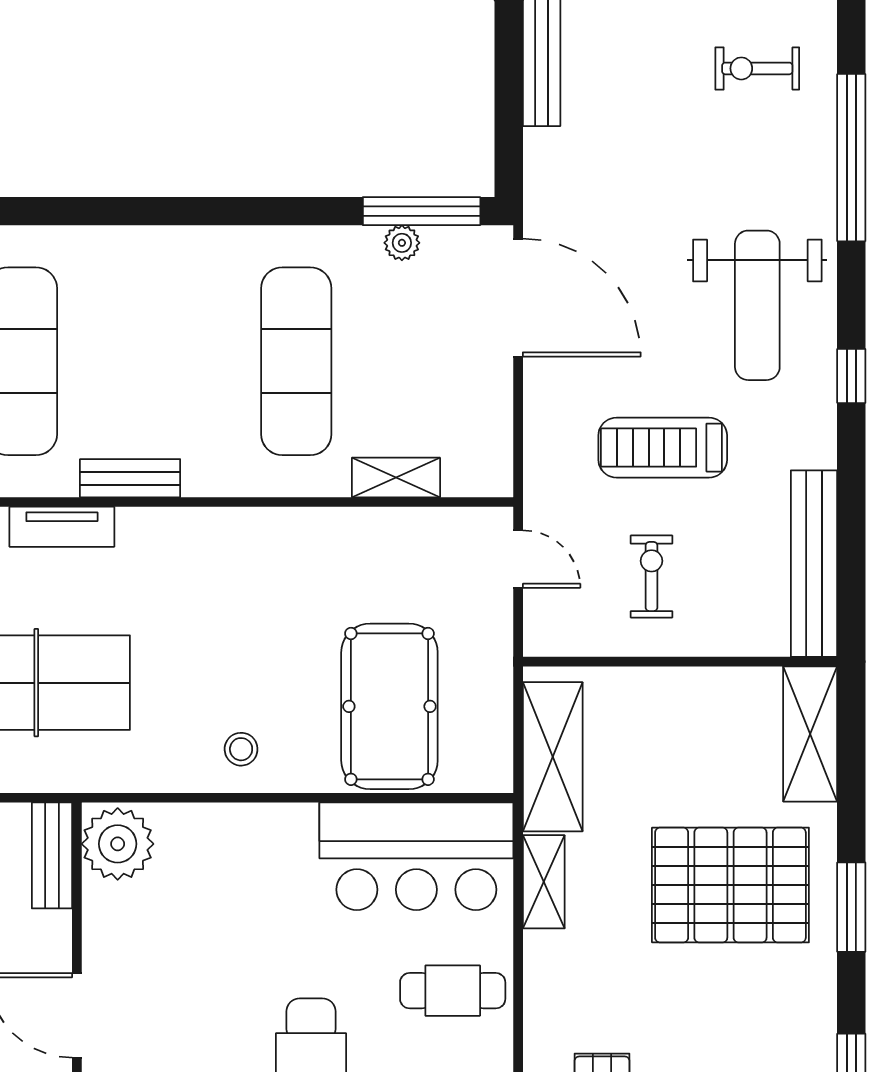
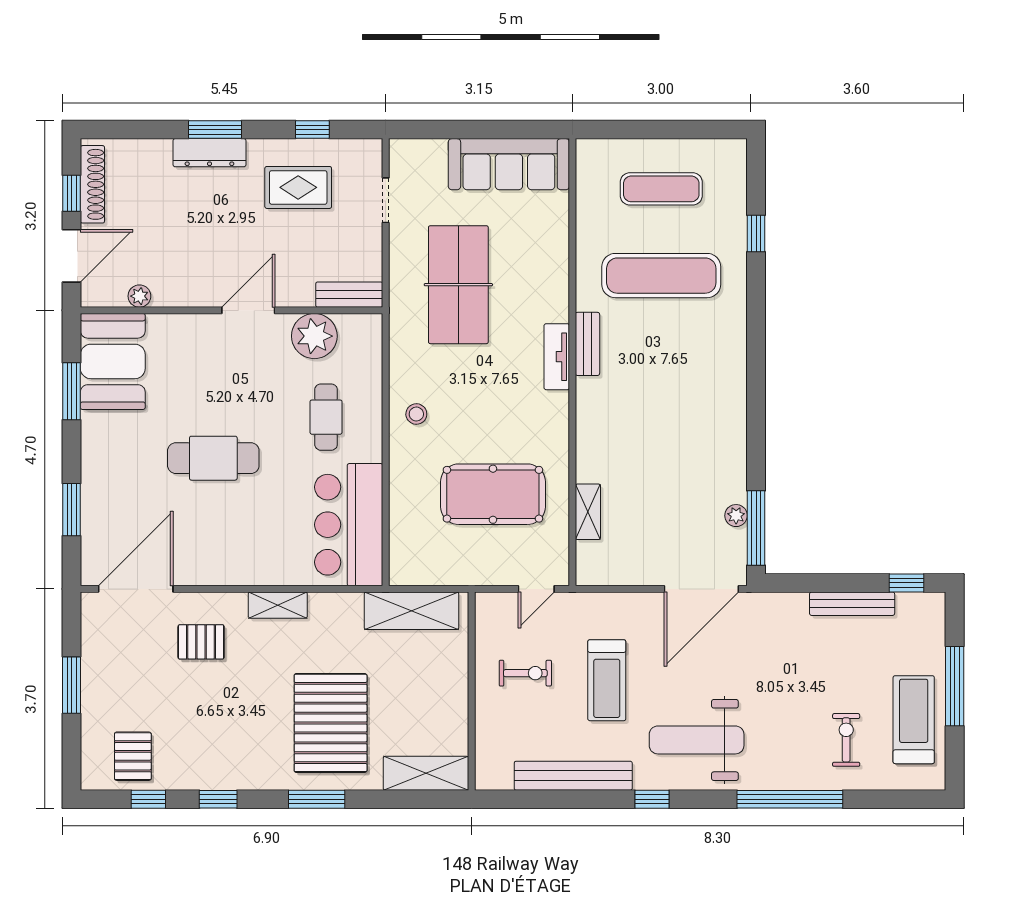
exercise mat: (296, 361) -> (661, 449), removed
treadmill: (663, 448) -> (607, 680), turned 180
tv unit: (62, 527) -> (557, 357), moved
bench: (814, 564) -> (573, 776), moved
pool table: (389, 706) -> (493, 494), moved
plant: (118, 844) -> (314, 336), moved
shelving: (544, 882) -> (278, 605), moved
cafe table: (453, 991) -> (326, 417), moved

